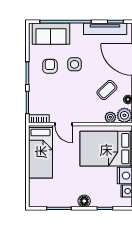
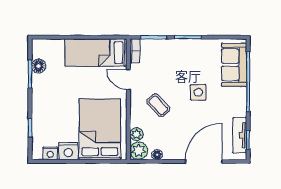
tv unit: (105, 29) -> (240, 135), width x0.71
armchair: (50, 66) -> (196, 64), removed
coffee table: (107, 90) -> (158, 105), moved
door: (64, 124) -> (128, 79), hinge flipped
floor lamp: (84, 201) -> (39, 66), moved

